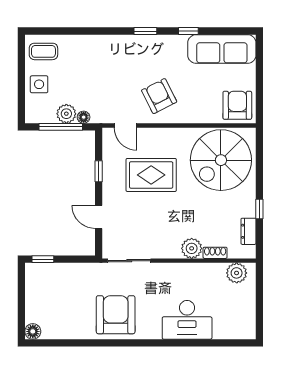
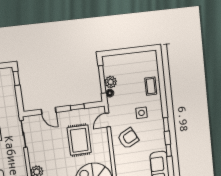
coffee table: (43, 51) -> (151, 86), moved
side table: (39, 84) -> (142, 113), moved
door: (99, 217) -> (49, 111), swing flipped

